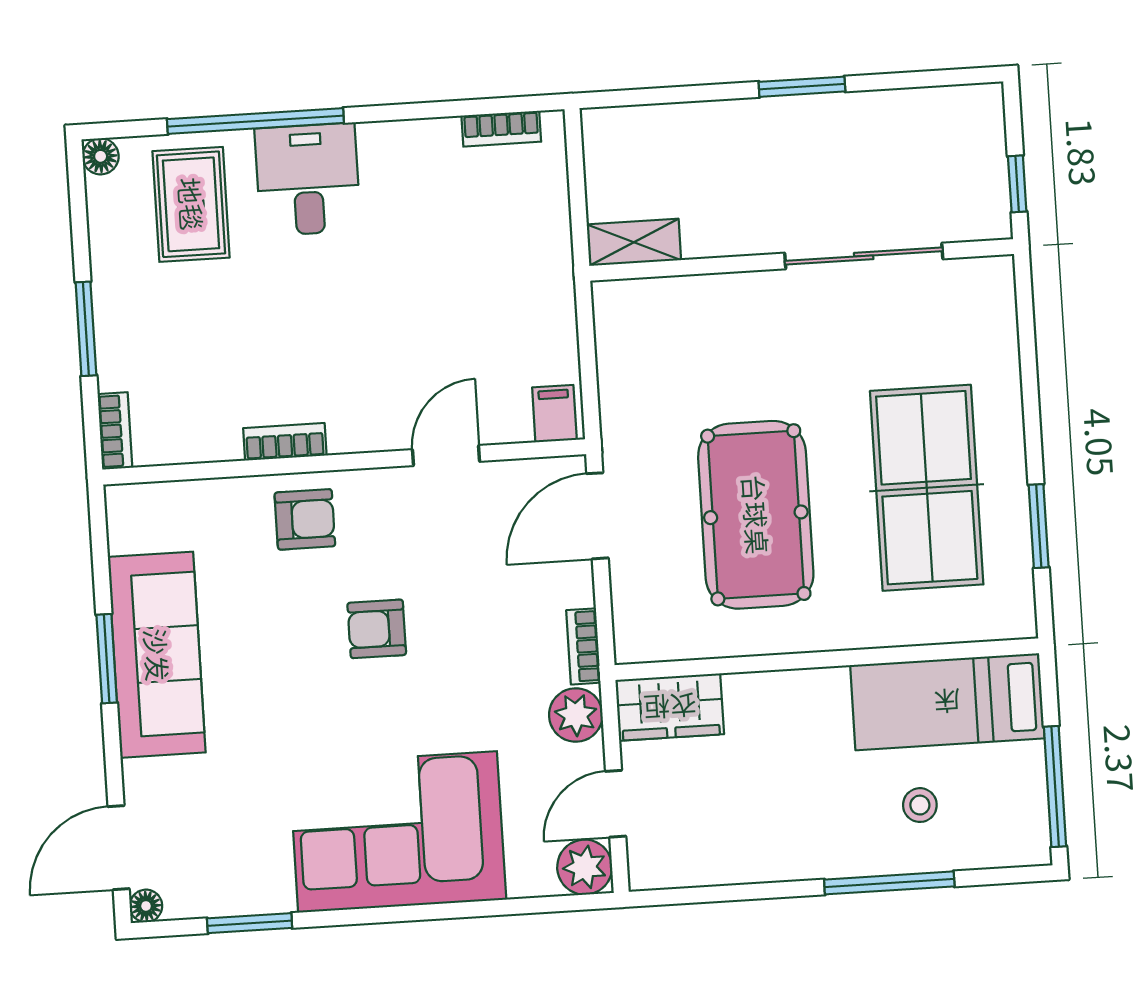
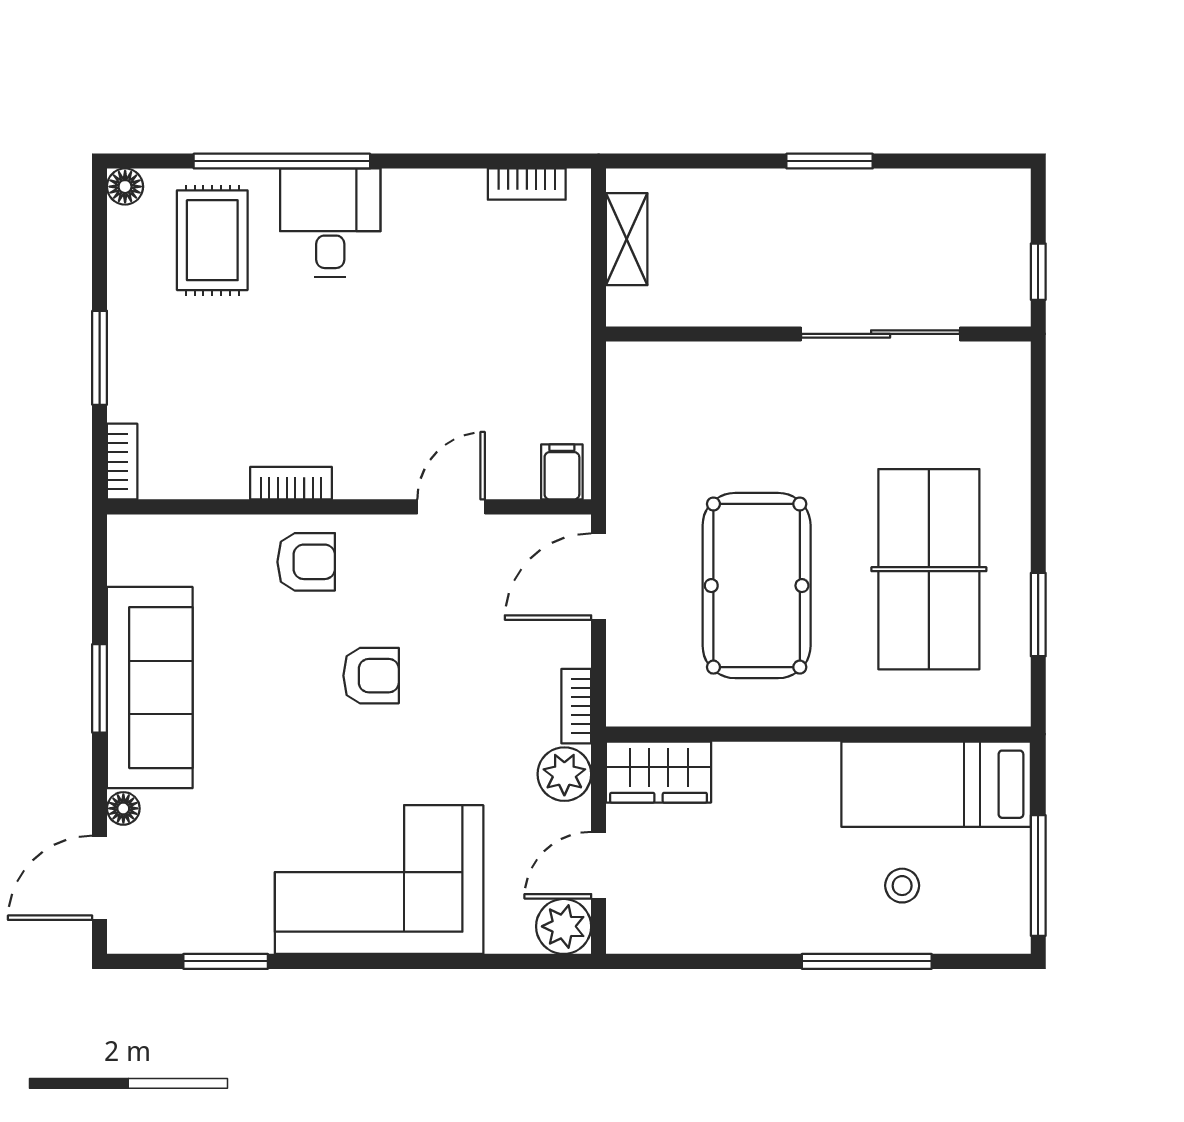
shelving: (634, 242) -> (627, 239), moved, turned 90
armchair: (377, 629) -> (371, 676), turned 180
floor lamp: (146, 906) -> (123, 808), moved

